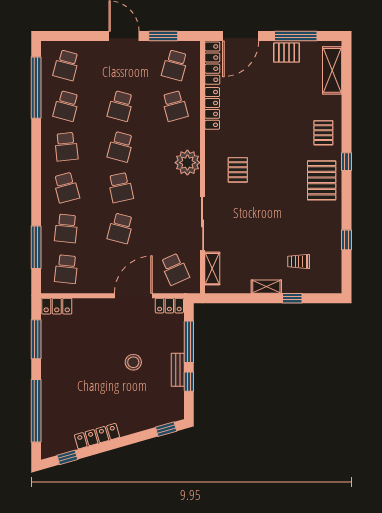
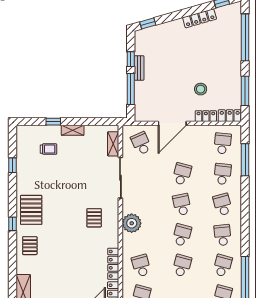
locker: (169, 306) -> (206, 116), moved
stool: (133, 362) -> (201, 89), moved

